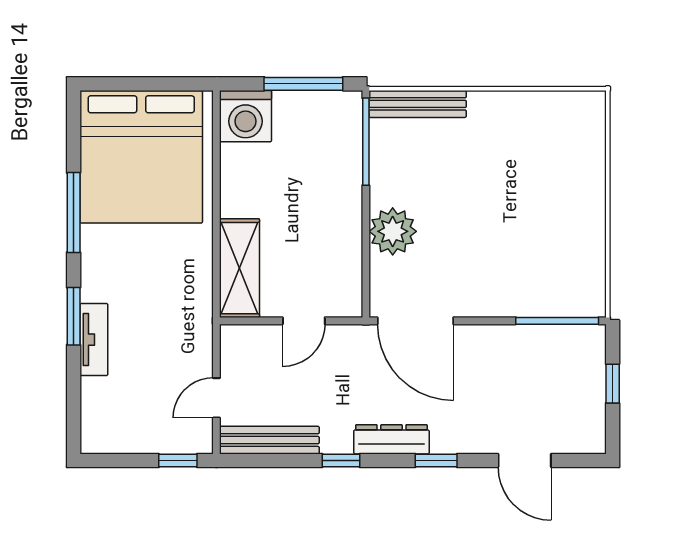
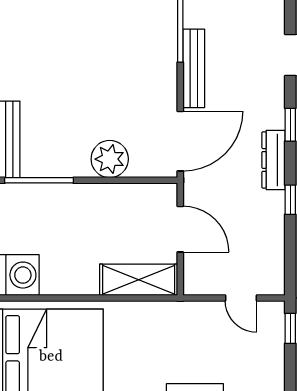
door: (304, 321) -> (180, 229), width x1.38
bench: (269, 440) -> (194, 68), moved

